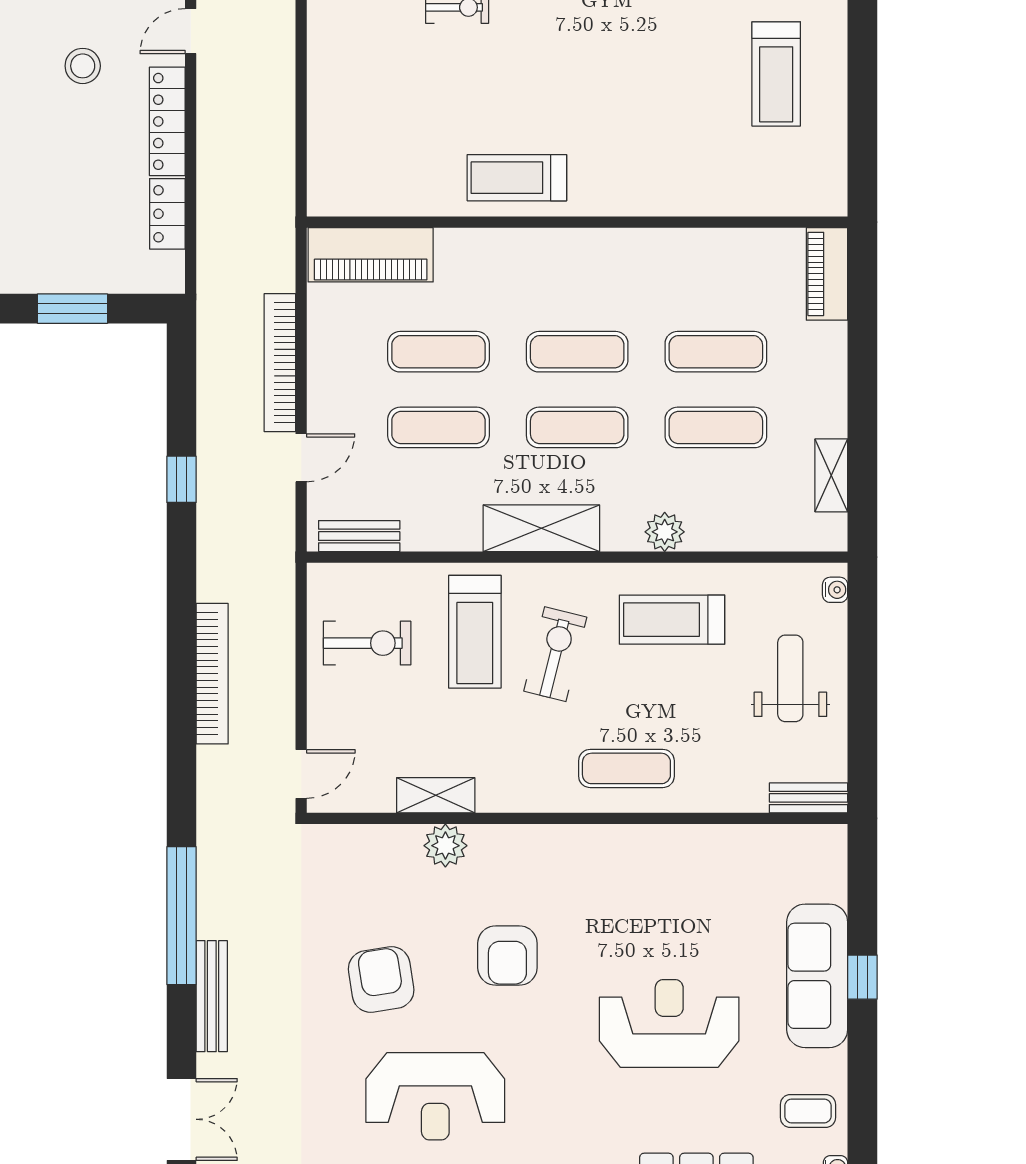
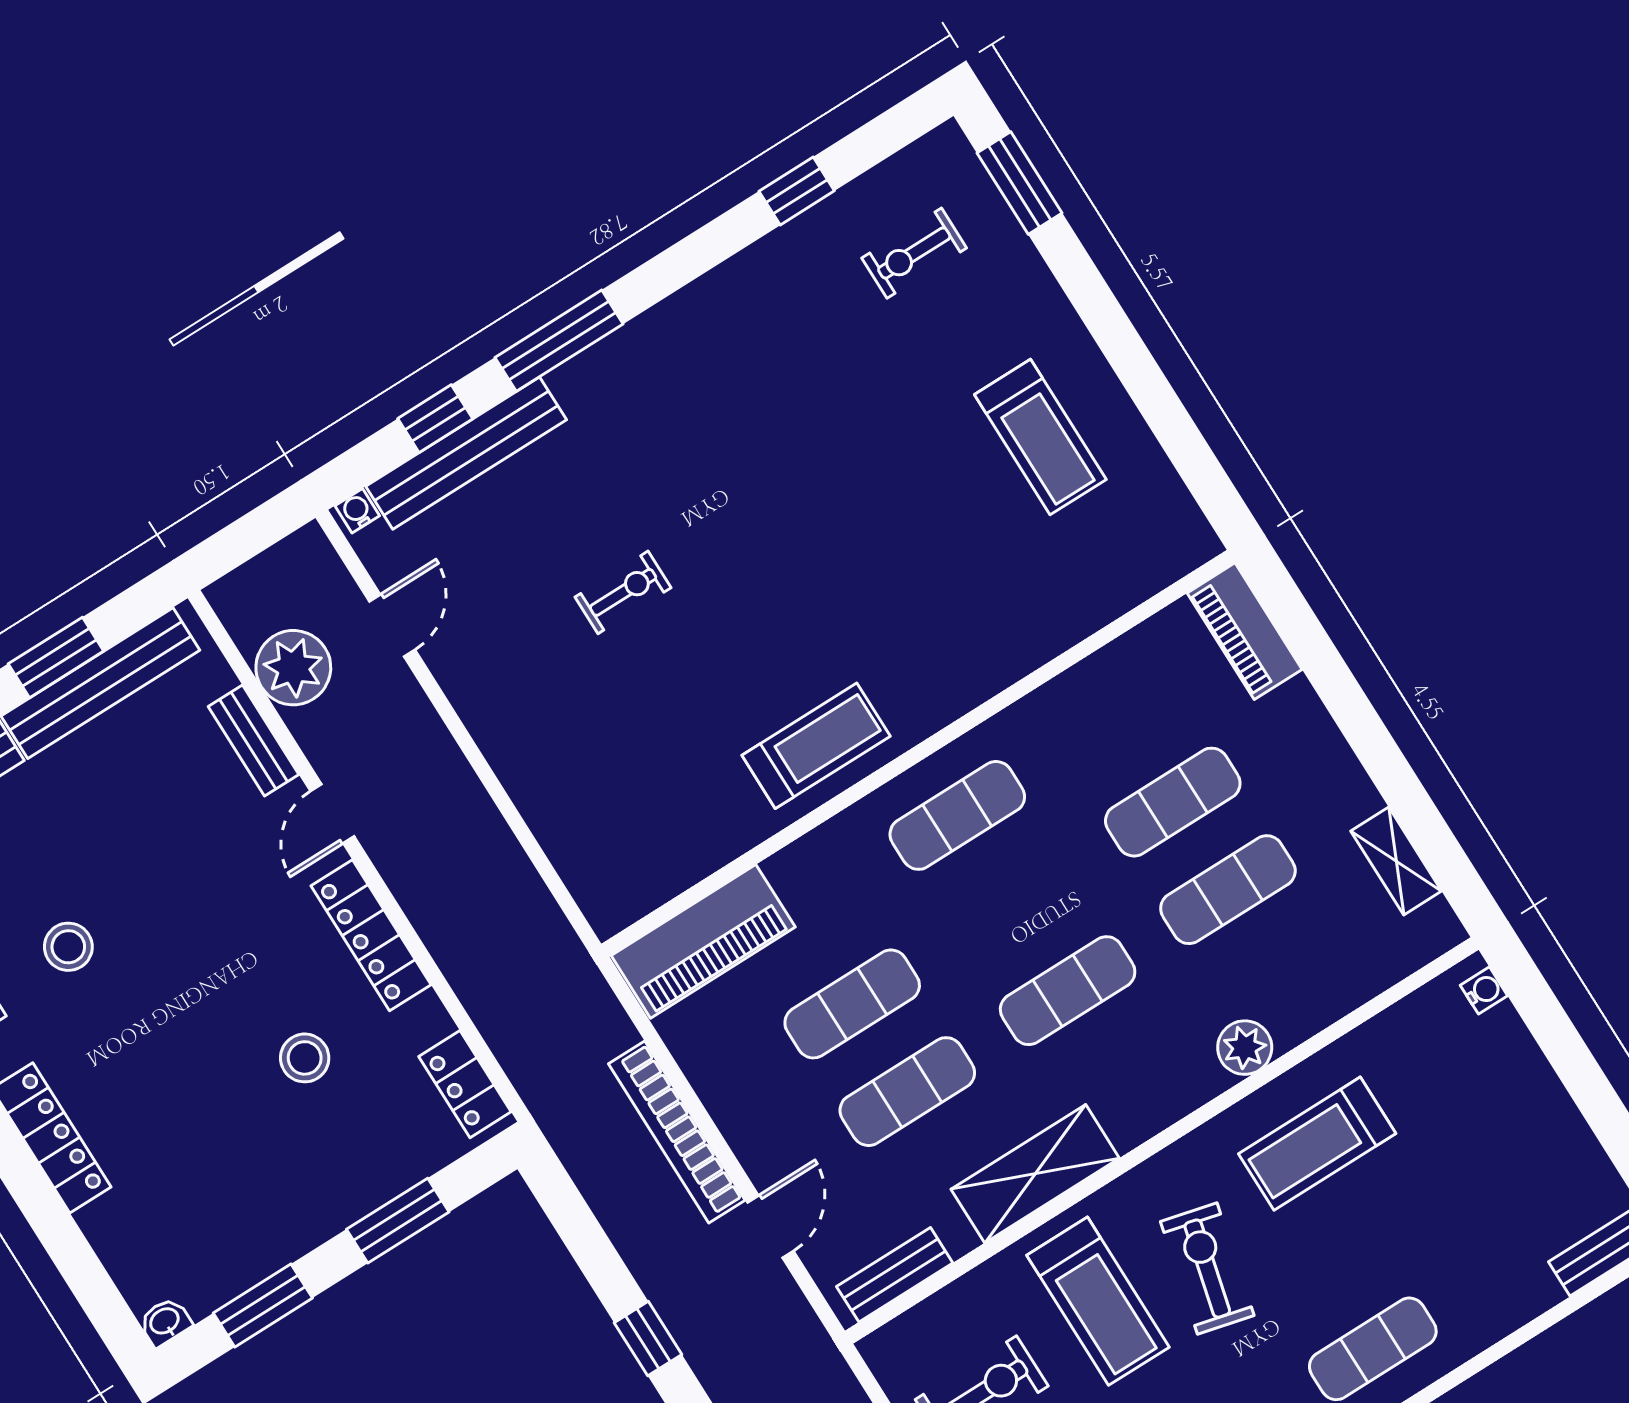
stool: (83, 66) -> (305, 1058), moved
treadmill: (517, 178) -> (816, 746), turned 180
locker: (167, 214) -> (465, 1084), moved
exercise mat: (577, 352) -> (957, 815), moved
shelving: (541, 528) -> (1035, 1174), moved
weight bench: (790, 678) -> (1497, 1125), removed

